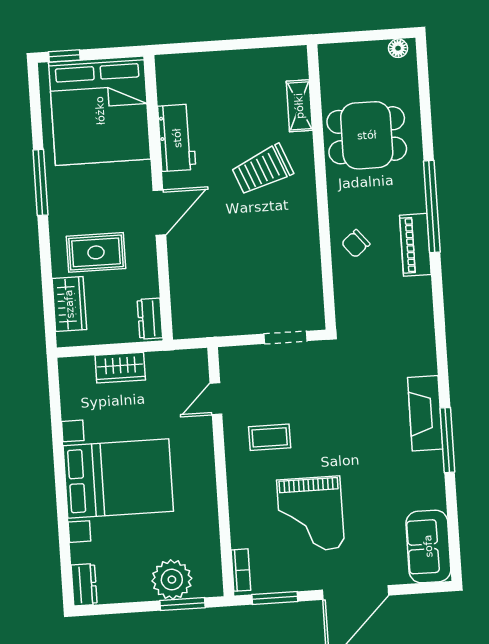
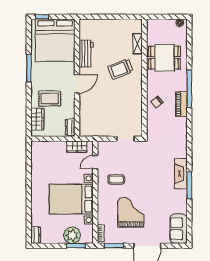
wardrobe: (120, 368) -> (77, 147), moved
bed with nightstands: (118, 478) -> (71, 199), moved, turned 180
grand piano: (311, 514) -> (131, 212), turned 180

